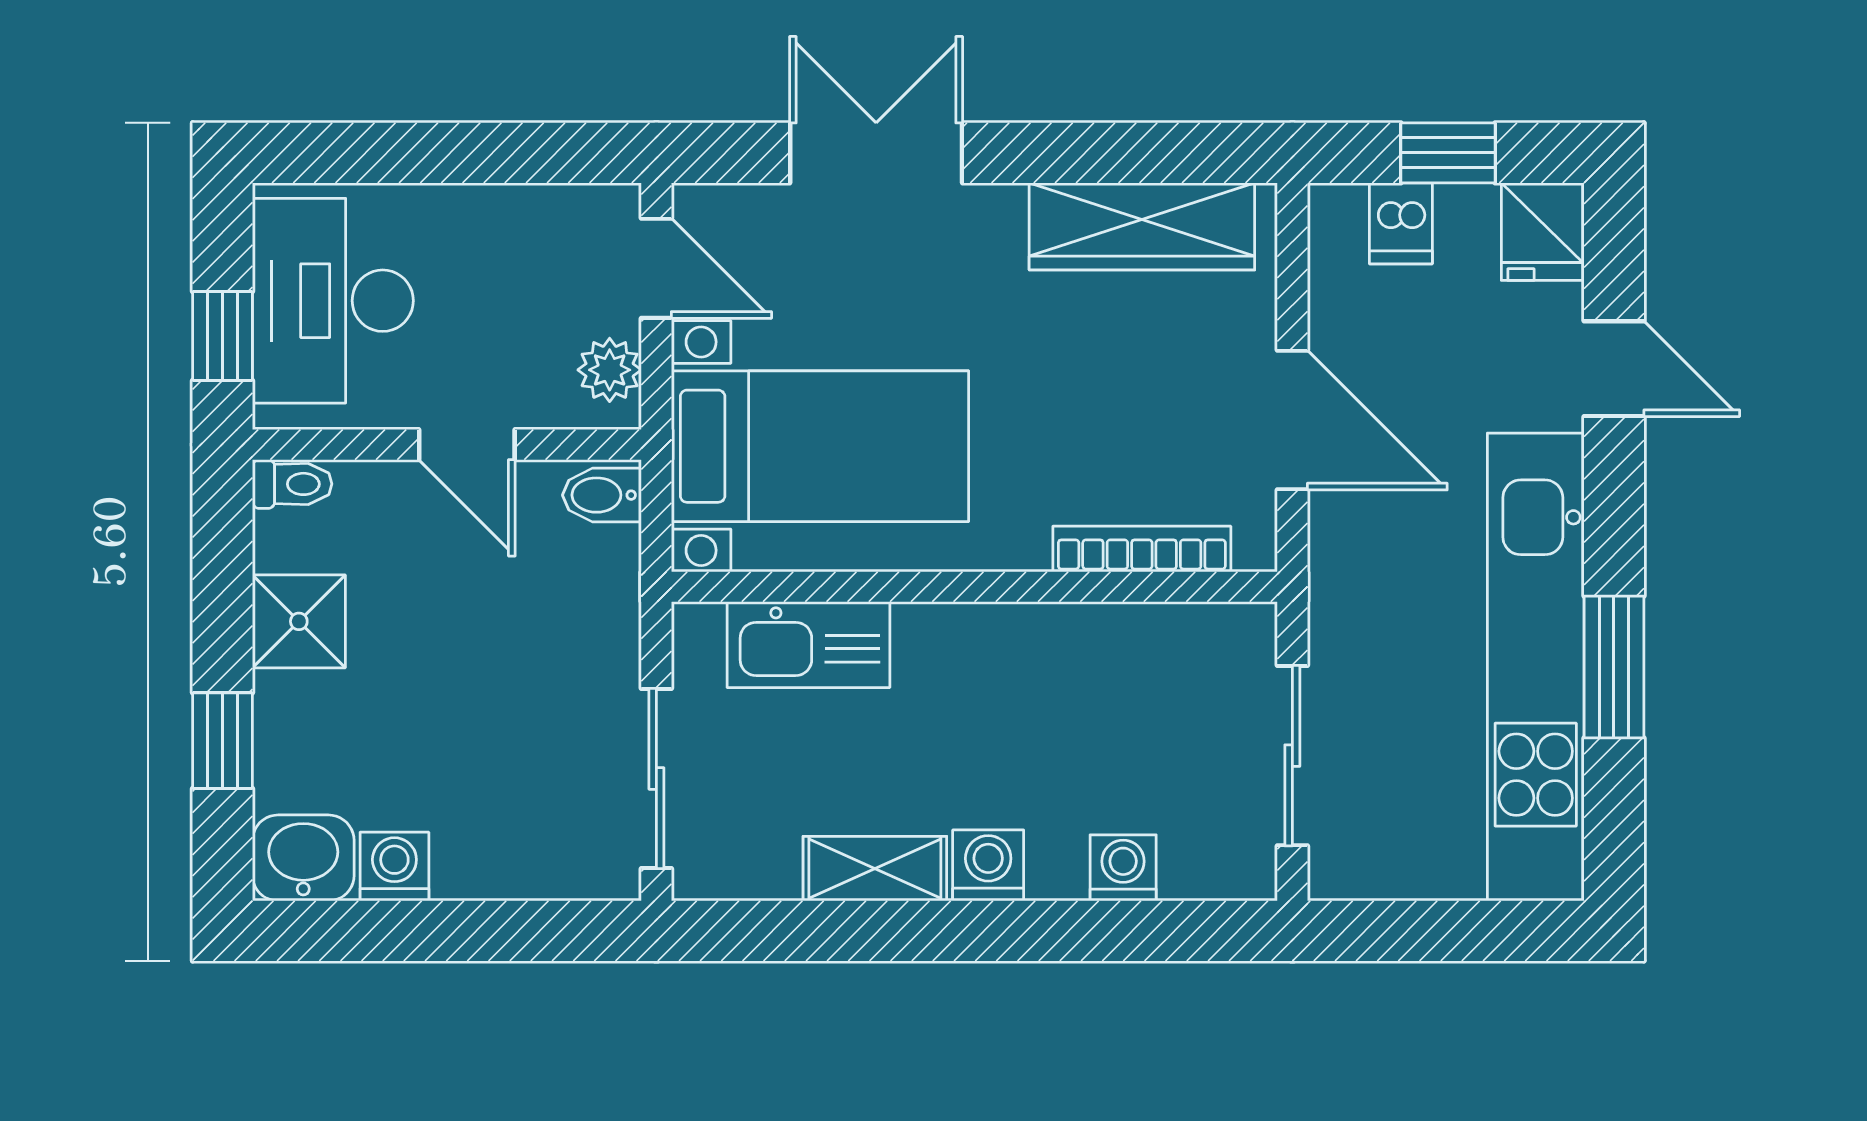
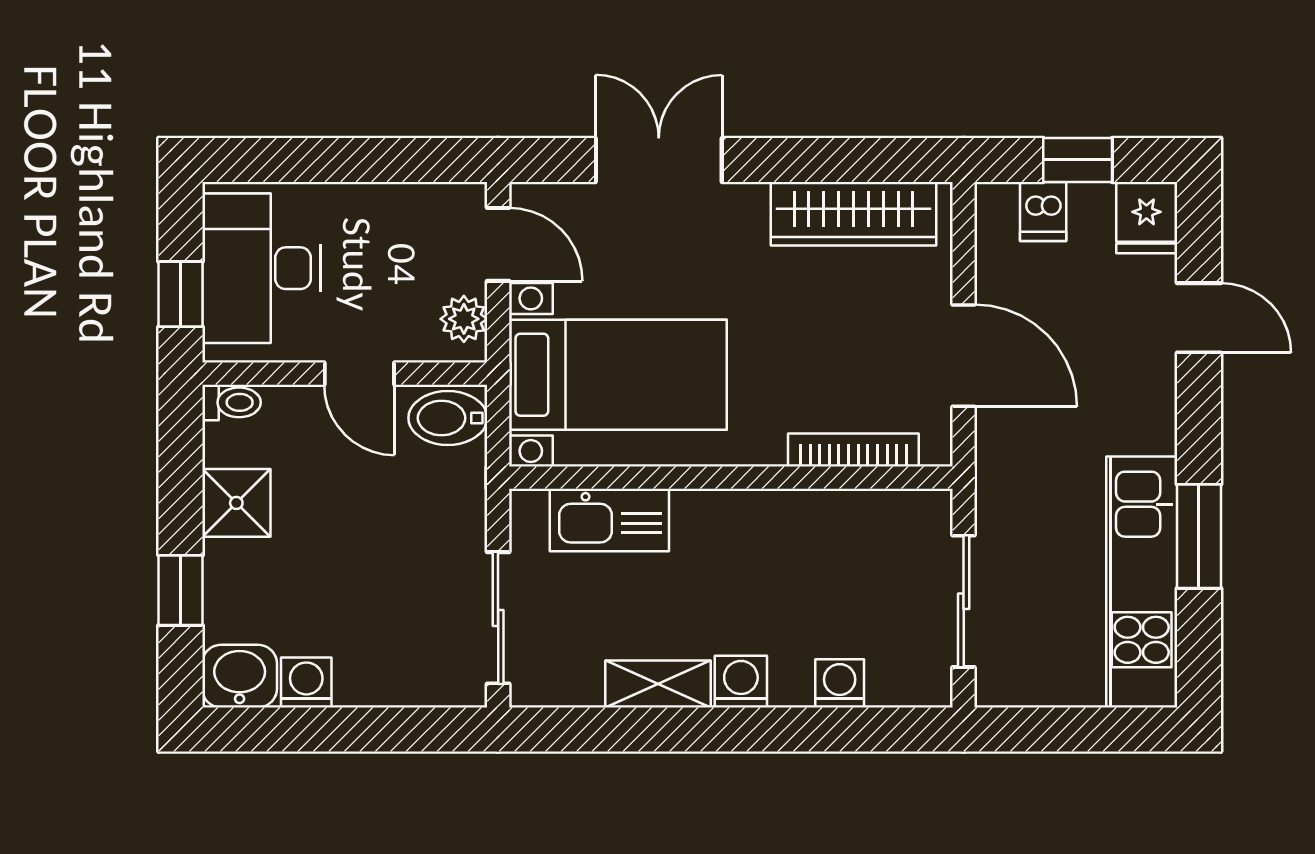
bidet: (602, 495) -> (448, 418), width x1.38, depth x1.36
kitchen unit: (1536, 667) -> (1142, 582), width x0.73

